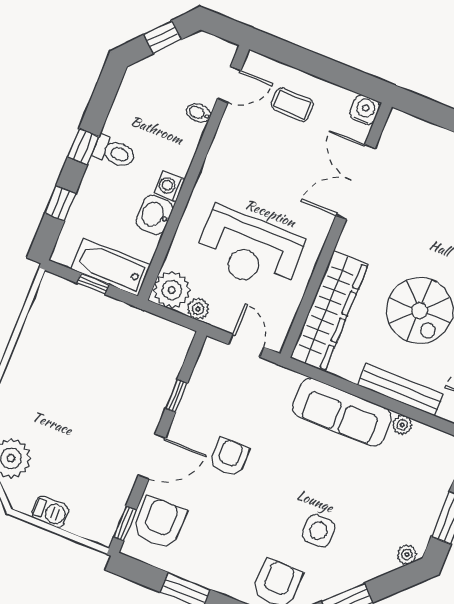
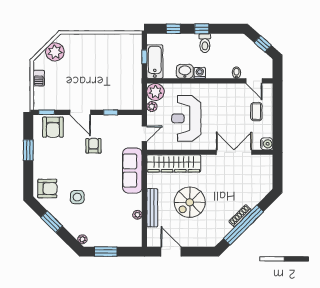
sofa: (342, 412) -> (132, 170), moved
armchair: (229, 457) -> (93, 146), turned -90
armchair: (159, 523) -> (53, 127), turned 90

